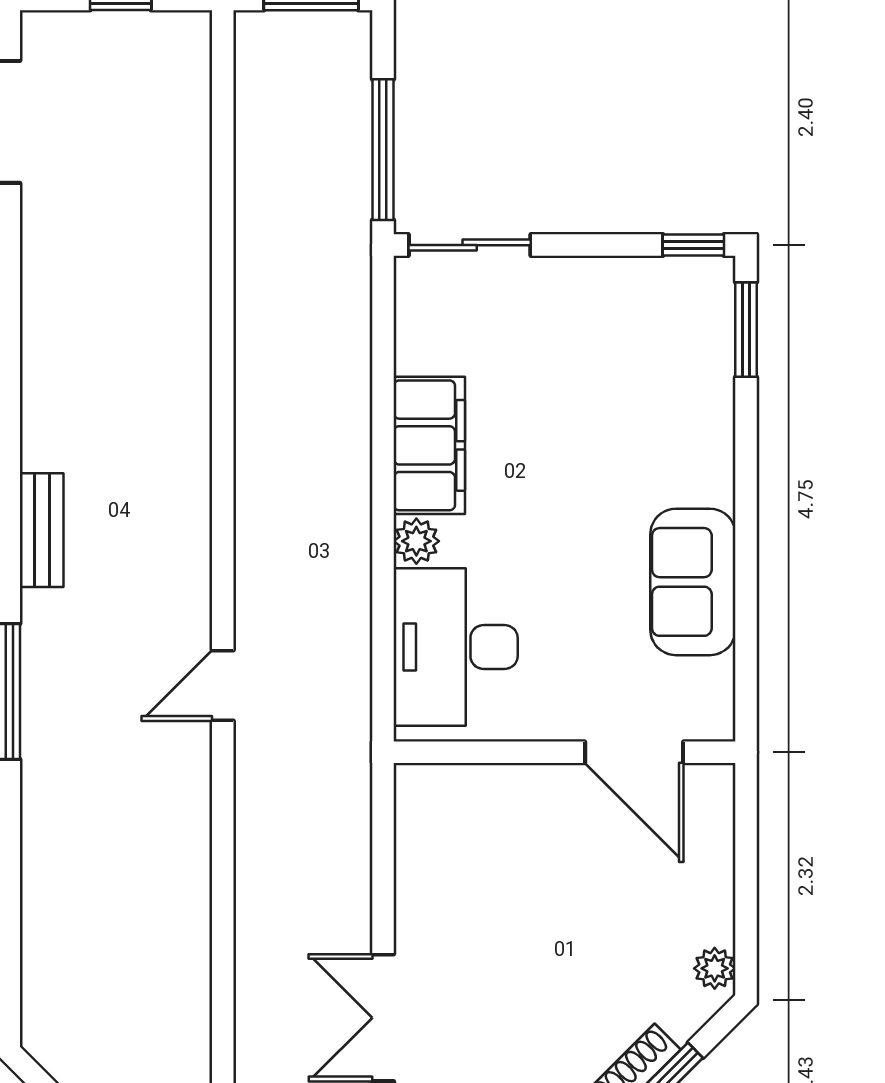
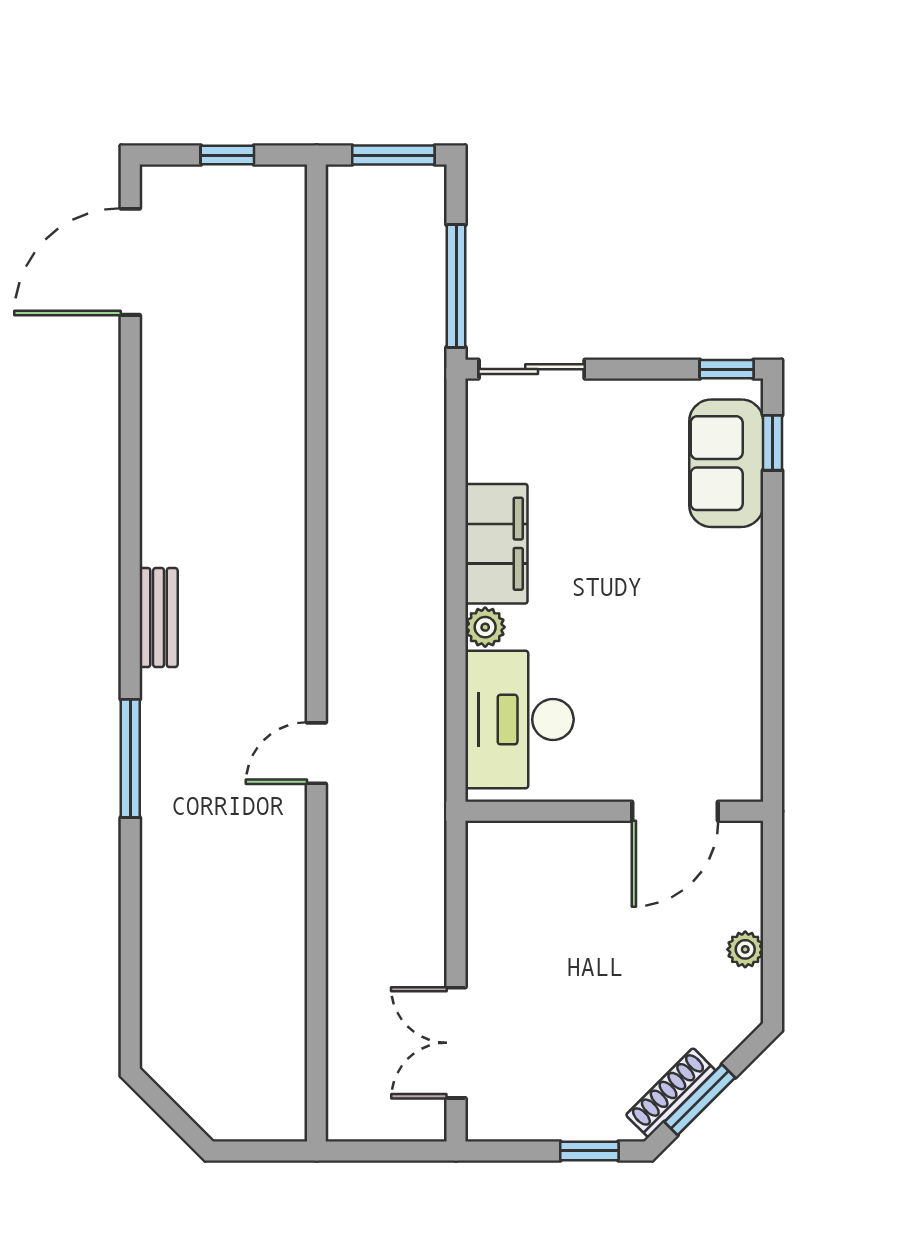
window: (746, 330) -> (773, 443), width x0.67
sofa: (693, 582) -> (726, 463), moved
door: (634, 752) -> (675, 811), hinge flipped
plant: (715, 968) -> (745, 949), moved

